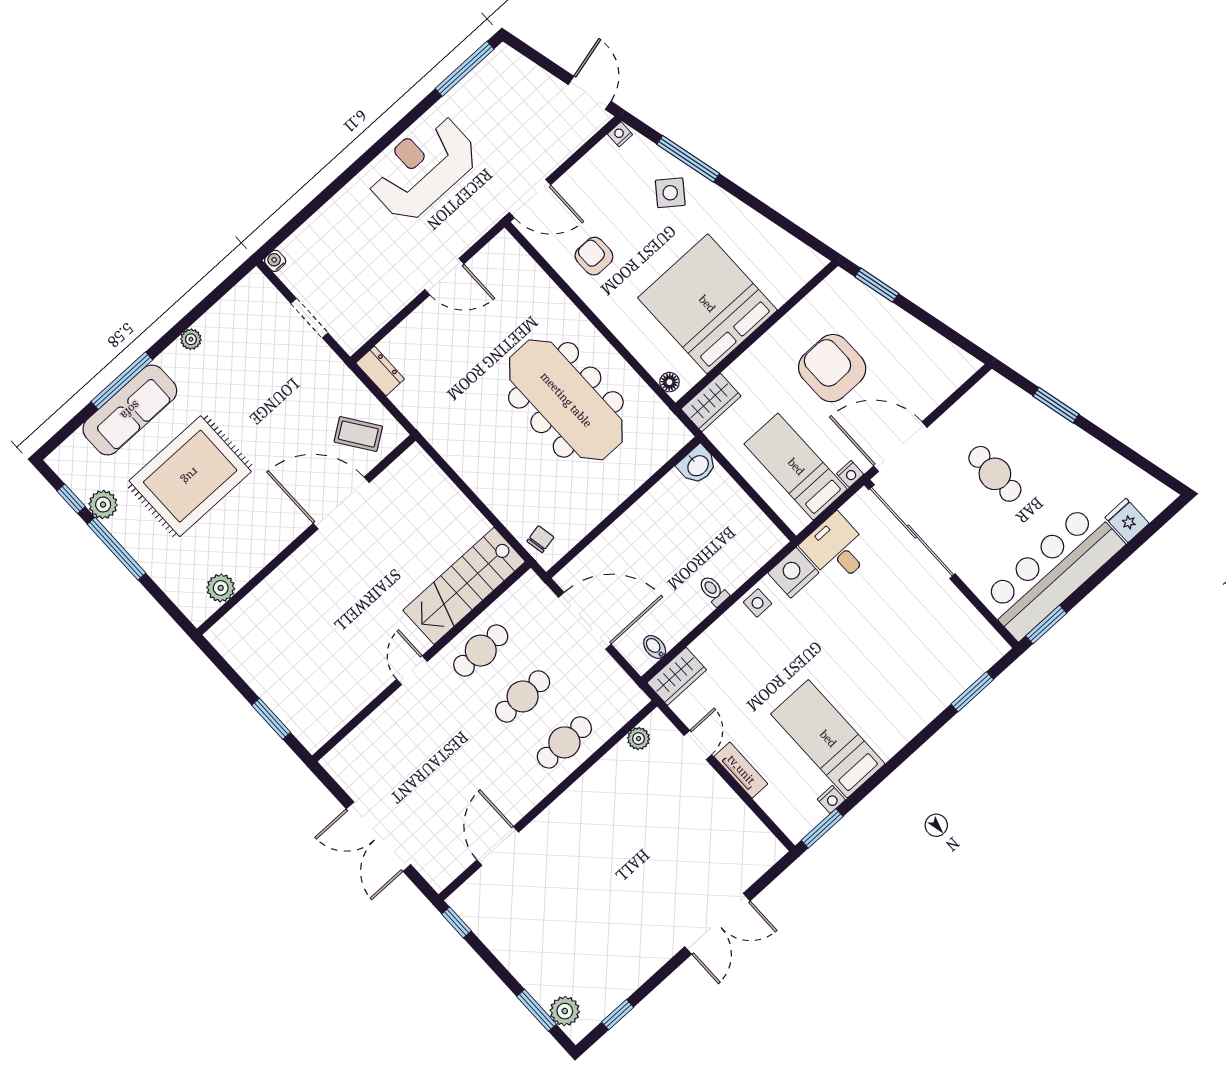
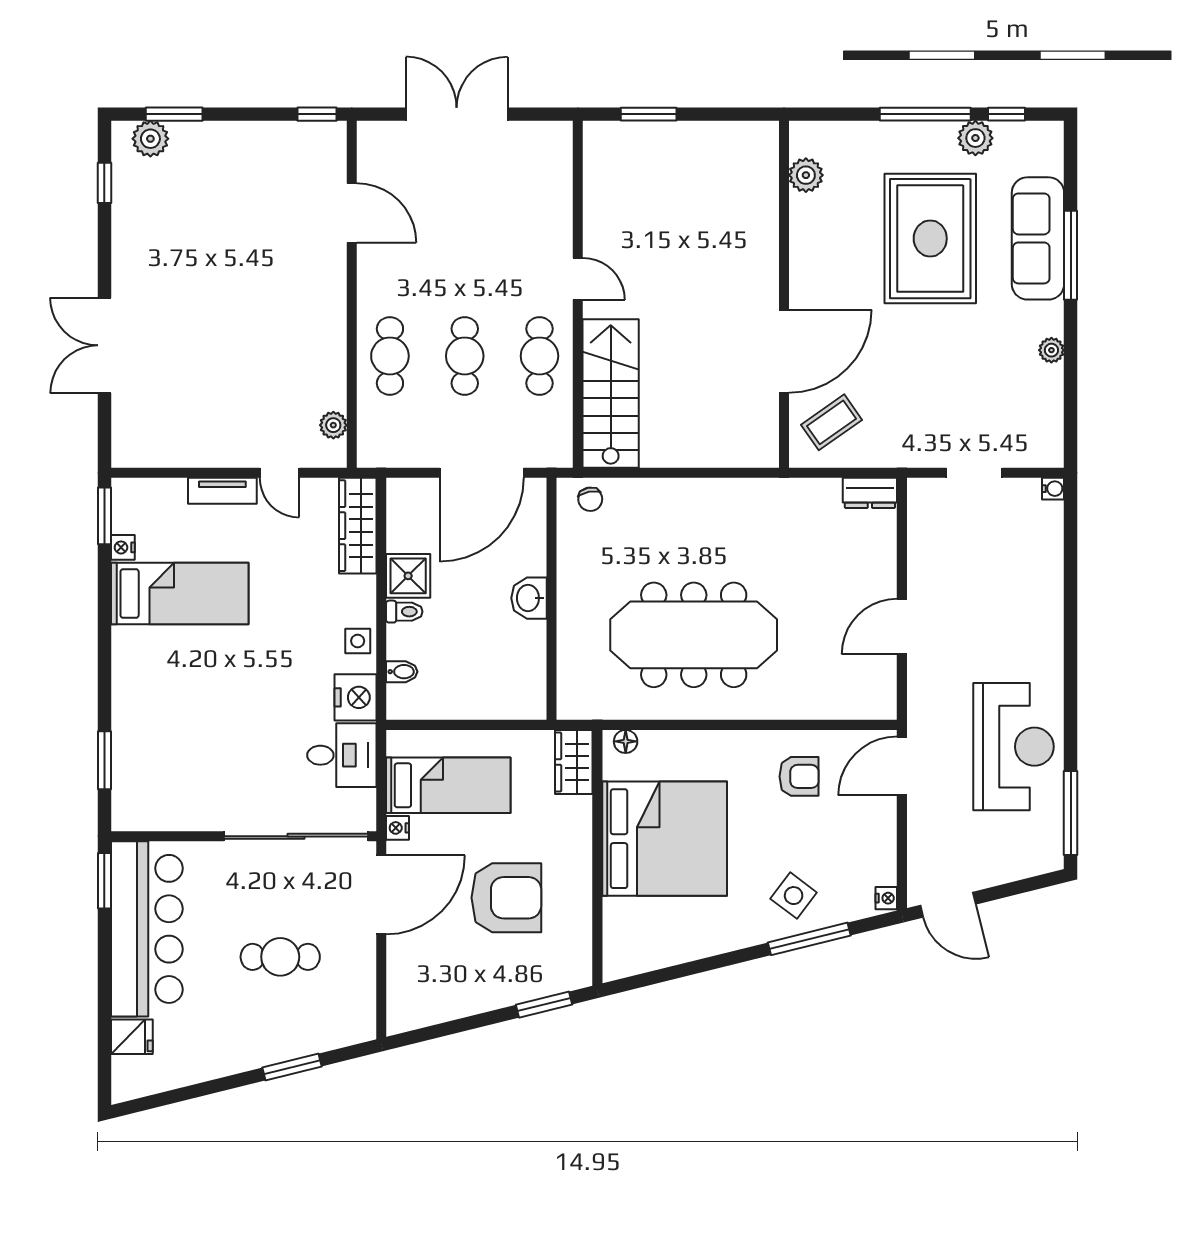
reception desk: (422, 168) -> (1013, 747), moved
washbasin: (697, 465) -> (529, 598), moved
shower: (689, 608) -> (408, 576), added
bidet: (655, 647) -> (402, 672), moved
wardrobe: (677, 676) -> (358, 526), width x1.50

